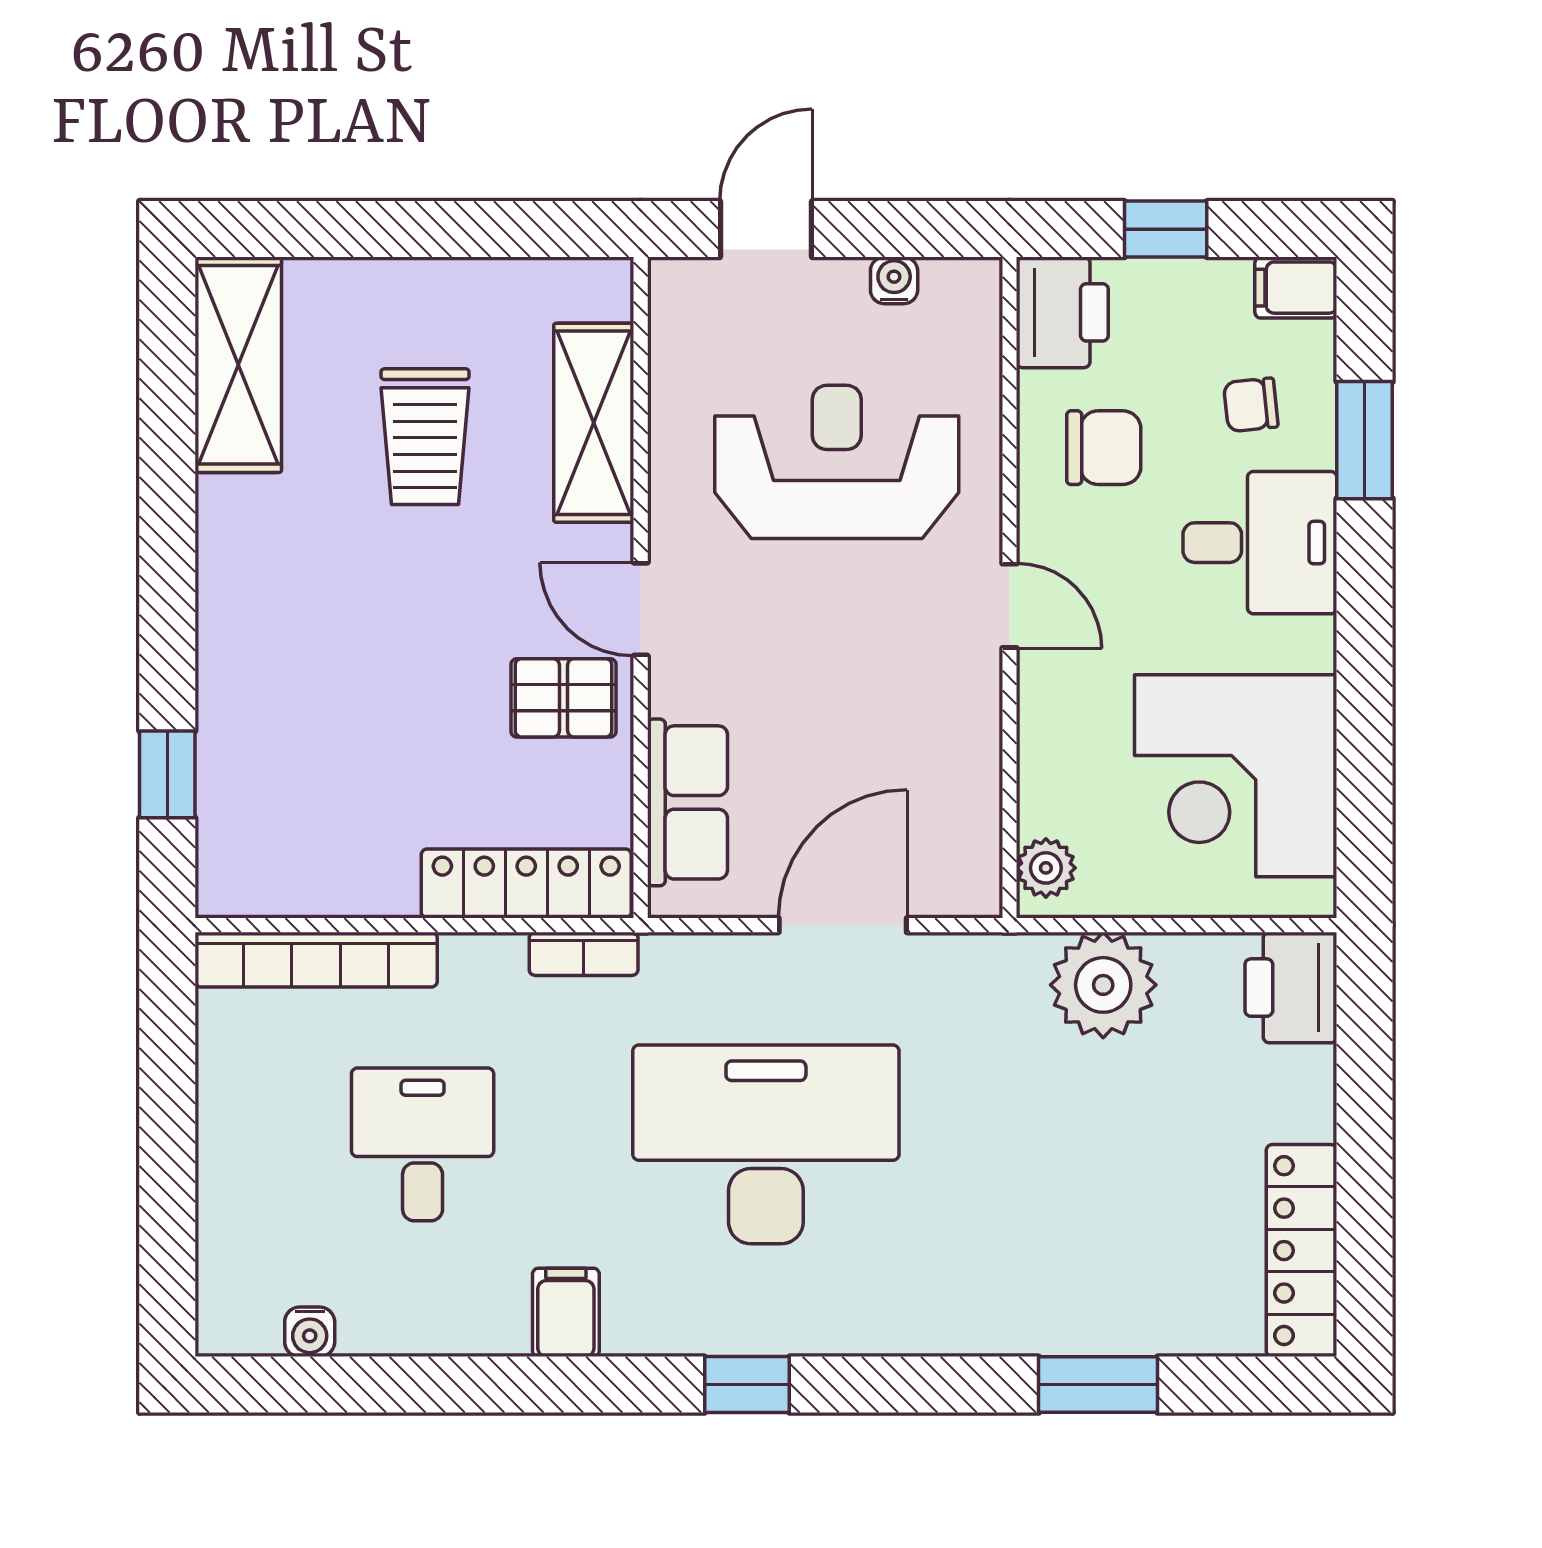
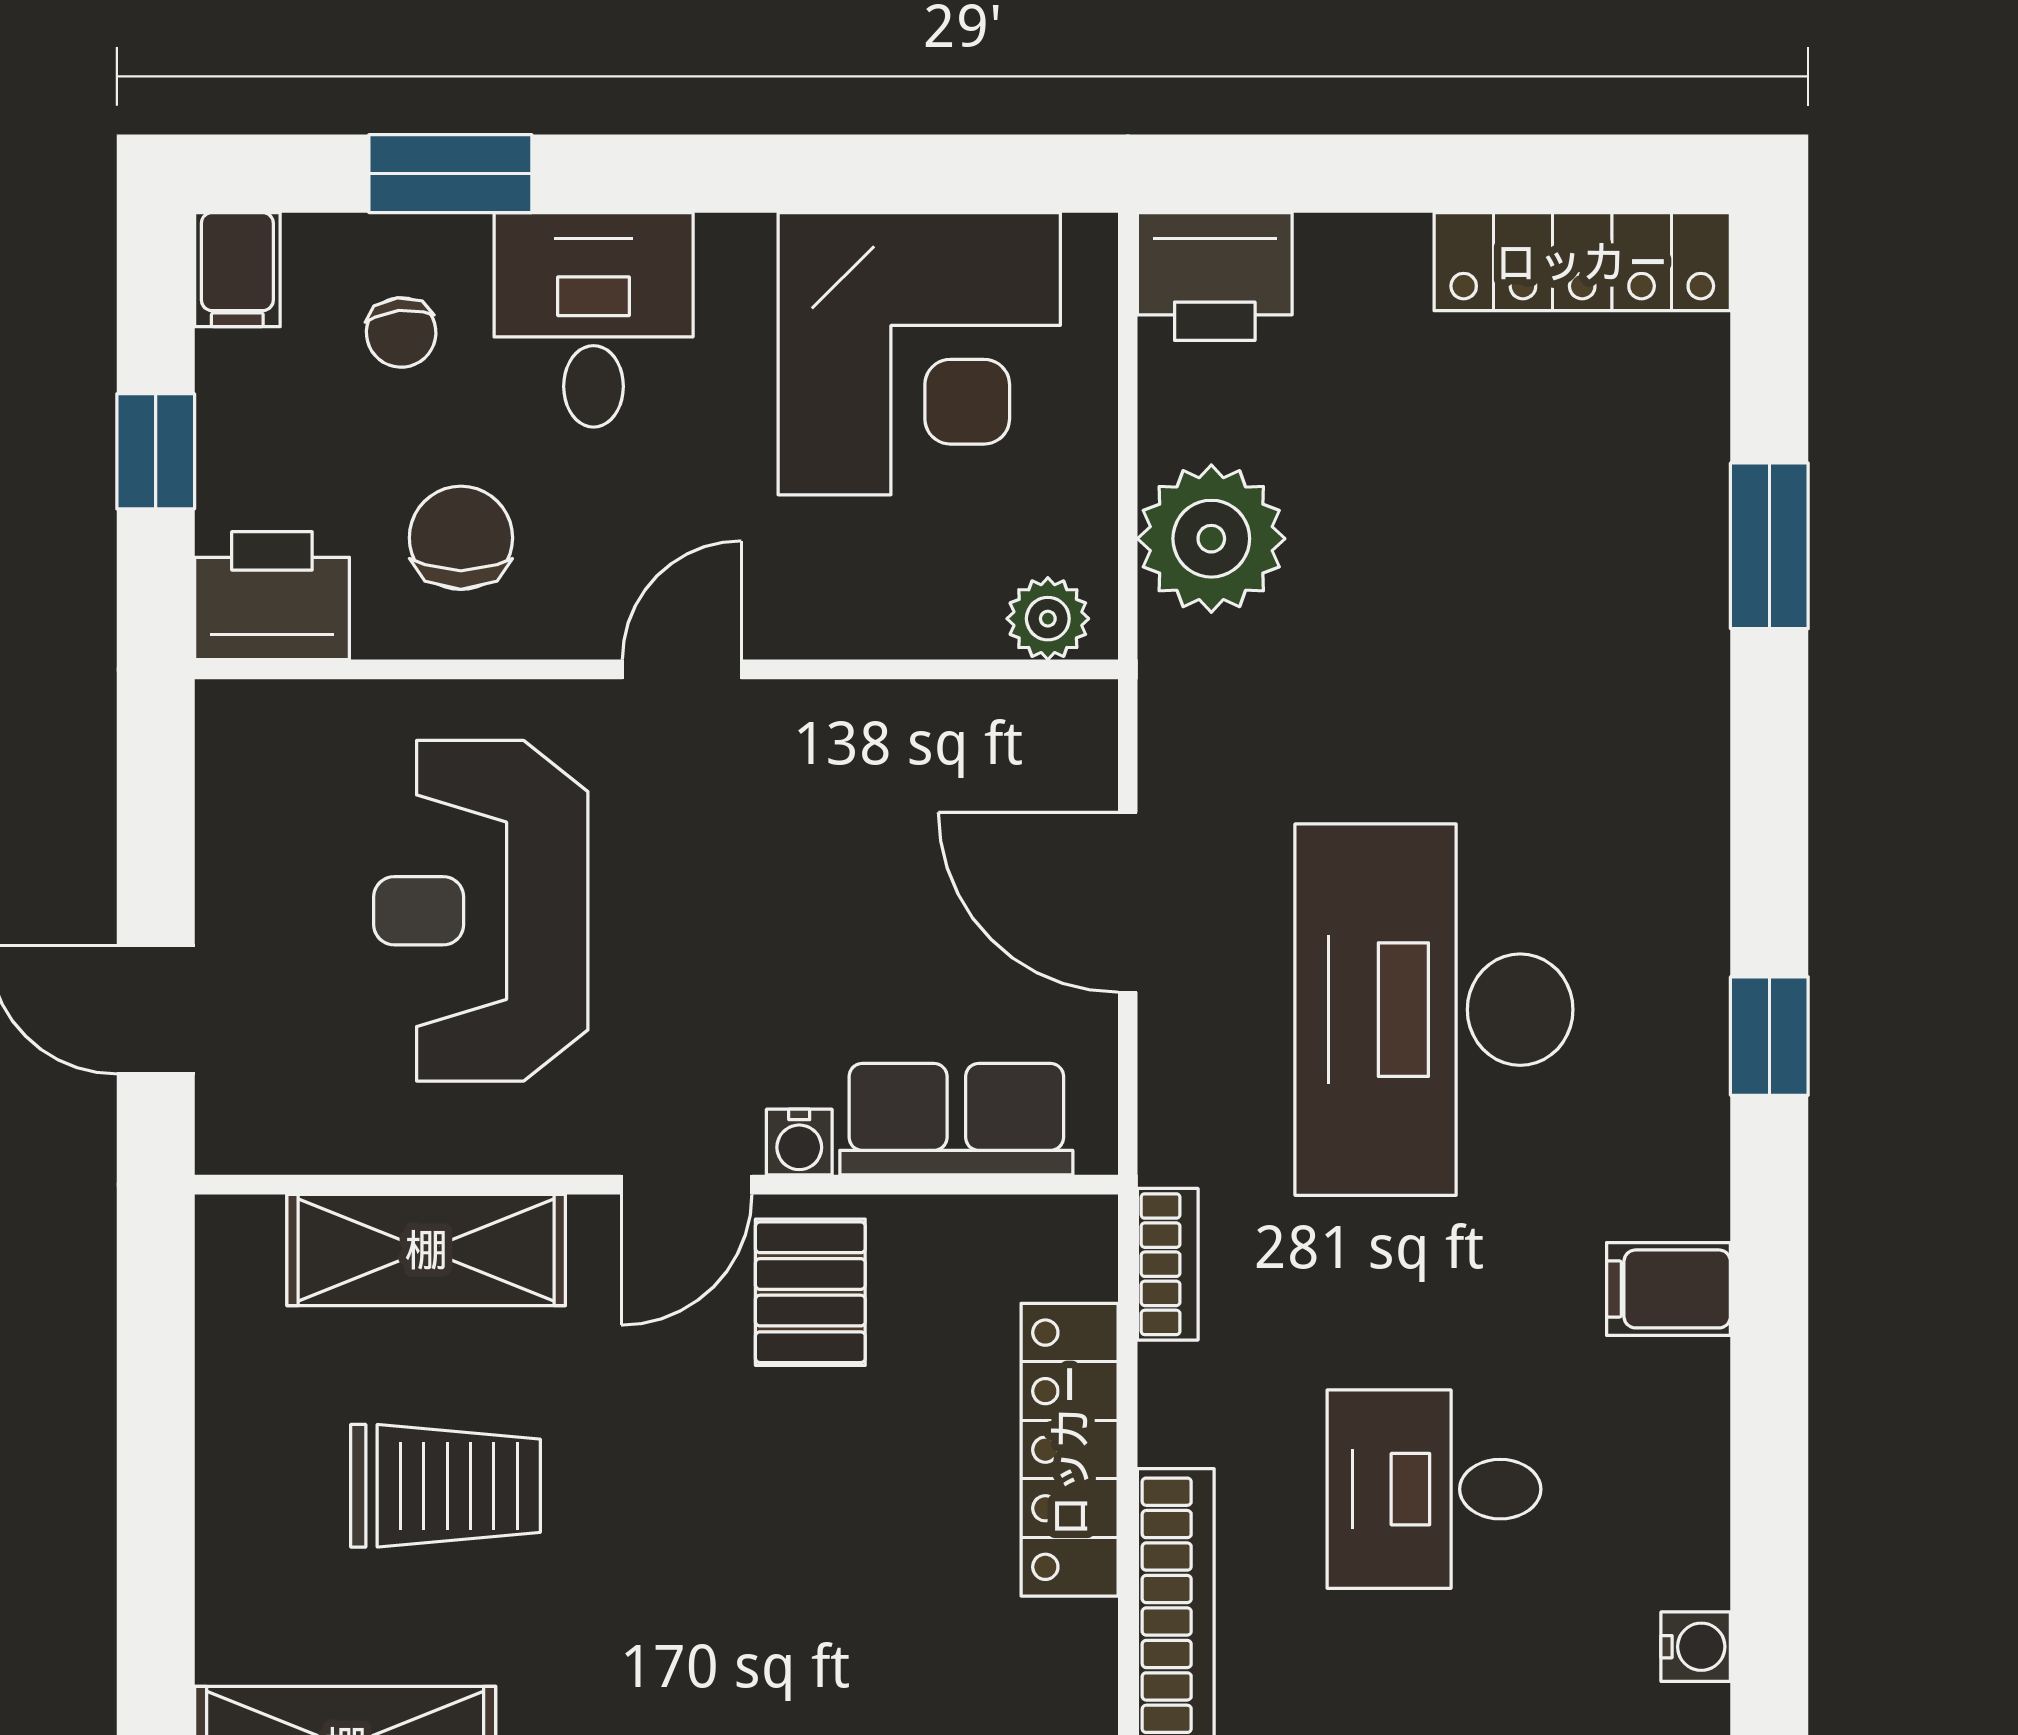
water cooler: (894, 280) -> (799, 1142), moved, turned -90
locker: (526, 883) -> (1070, 1450), moved

